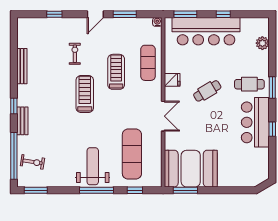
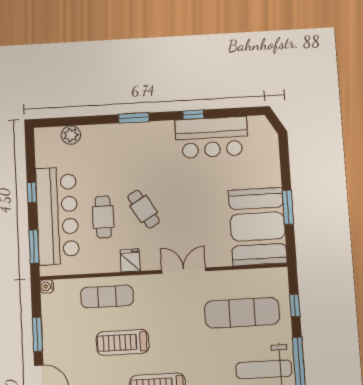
cafe table: (249, 84) -> (103, 217), moved
bar counter: (255, 122) -> (212, 137), moved
window: (185, 190) -> (288, 207), moved

